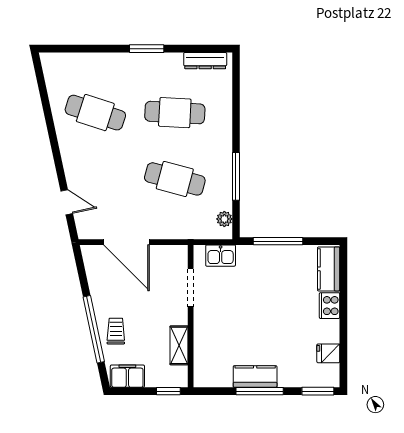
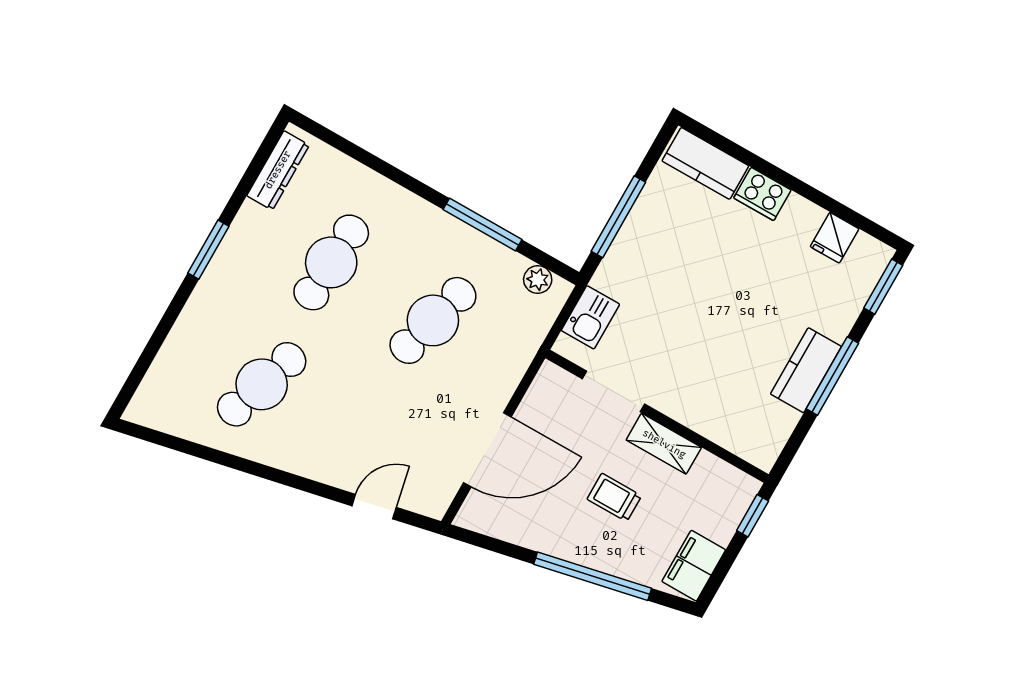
trolley: (116, 331) -> (614, 497), moved
shelving: (179, 345) -> (664, 444), moved

